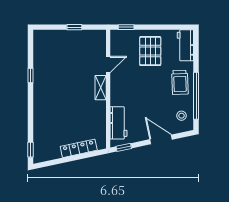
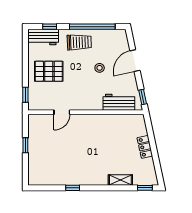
window: (196, 52) -> (50, 27), added
door: (108, 64) -> (62, 112), swing flipped
shelving: (101, 88) -> (120, 180), moved
stool: (181, 116) -> (100, 68), moved
locker: (79, 148) -> (145, 147), width x0.66

